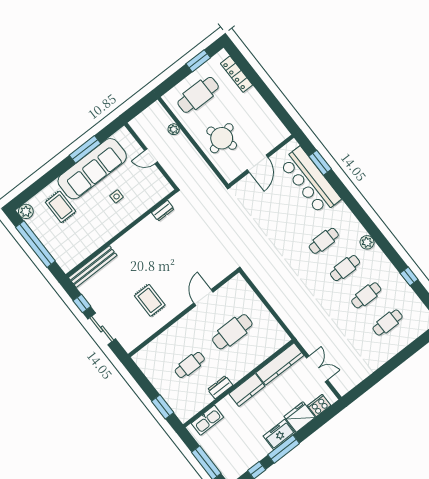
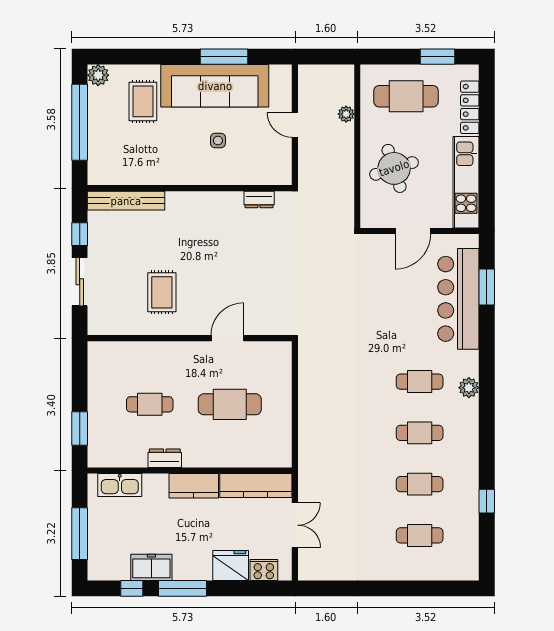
kitchen unit: (266, 116) -> (466, 182), added
plant: (367, 242) -> (469, 388), moved
freezer: (279, 434) -> (151, 567), moved

